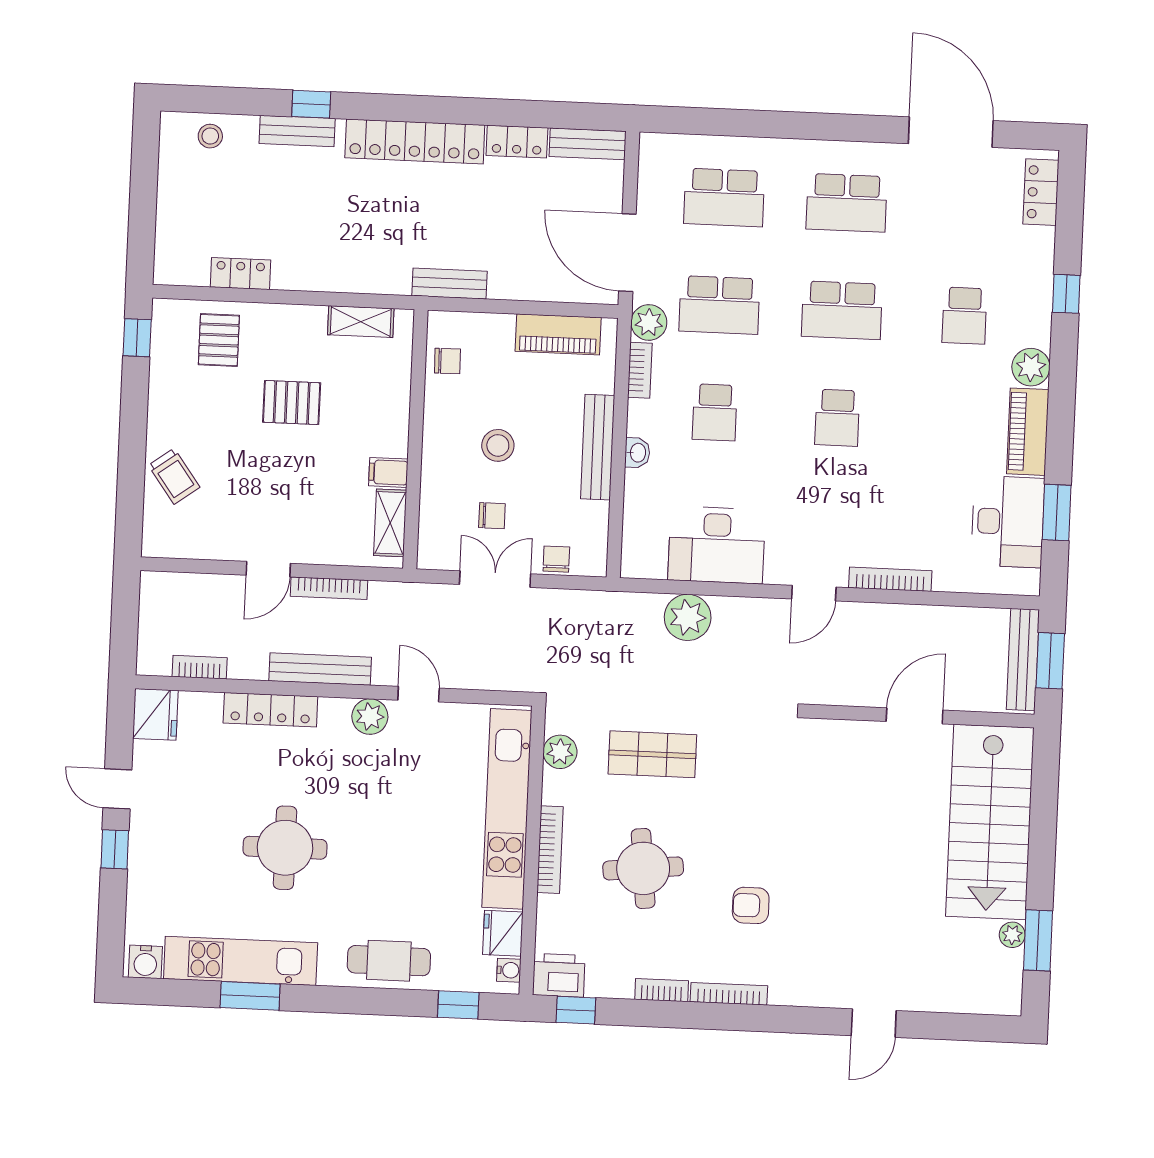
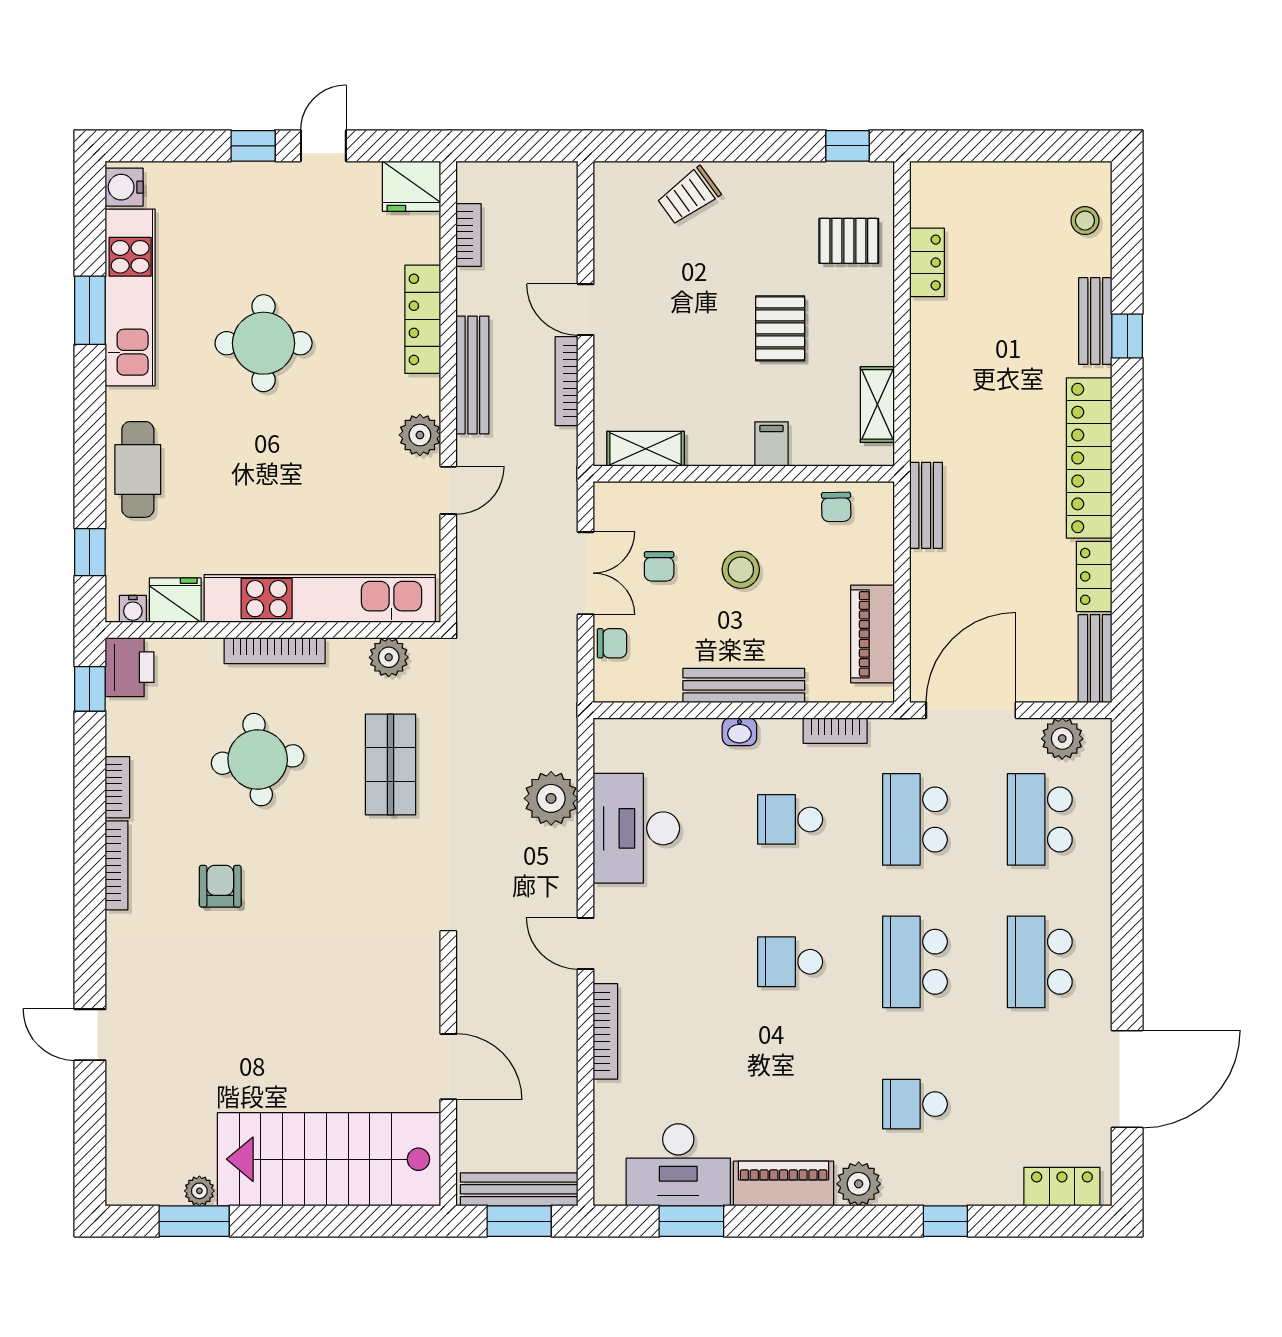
plant: (649, 322) -> (1062, 739), moved
filing cabinet: (388, 472) -> (772, 444), moved

